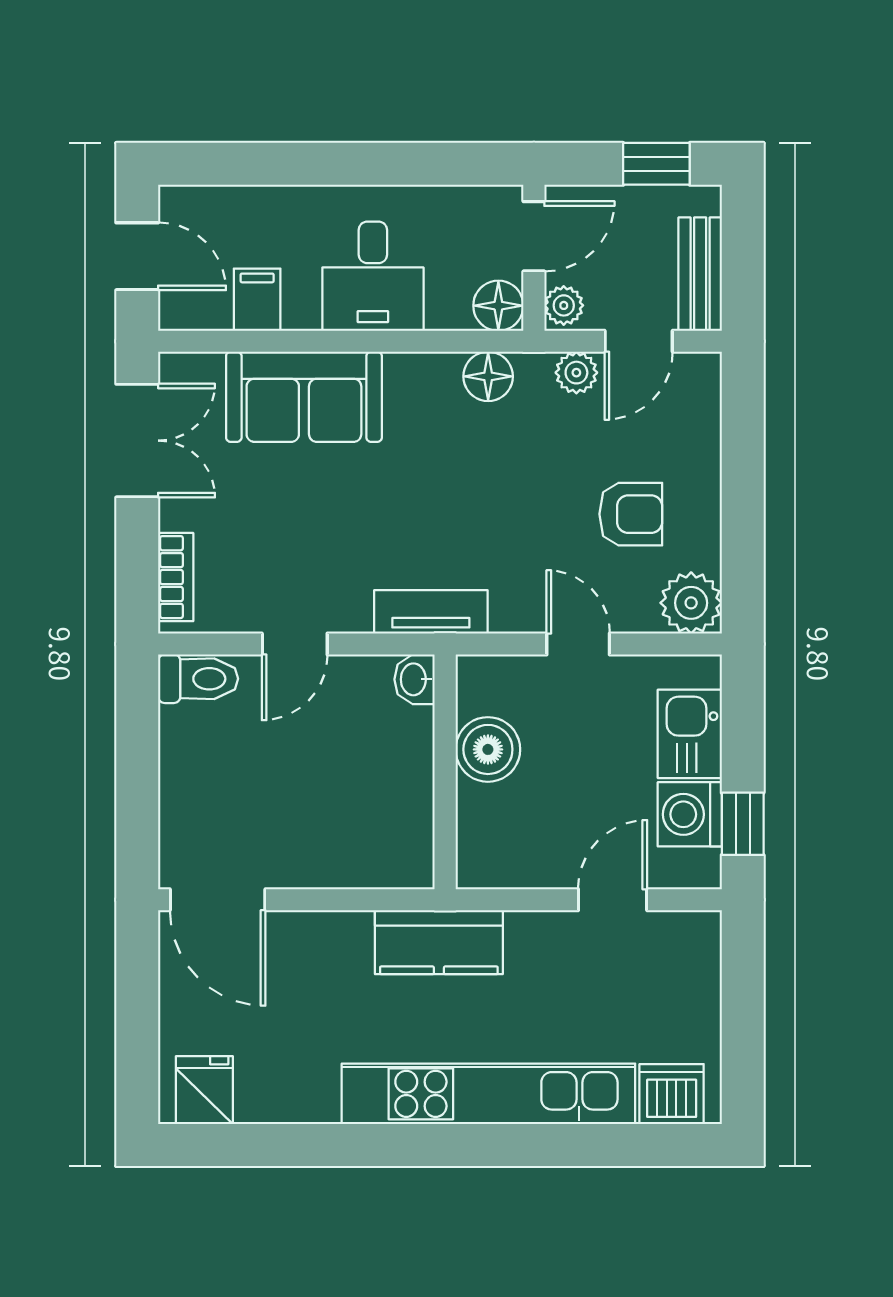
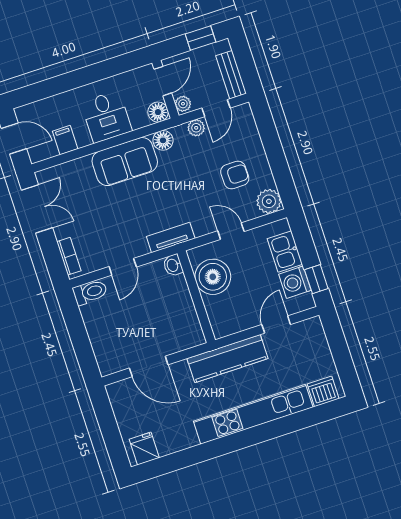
sofa: (304, 397) -> (125, 162), moved
boiler: (488, 749) -> (213, 277), width x1.37, depth x1.37
door: (218, 900) -> (149, 366), moved
kitchen counter: (439, 942) -> (227, 359), width x1.50

